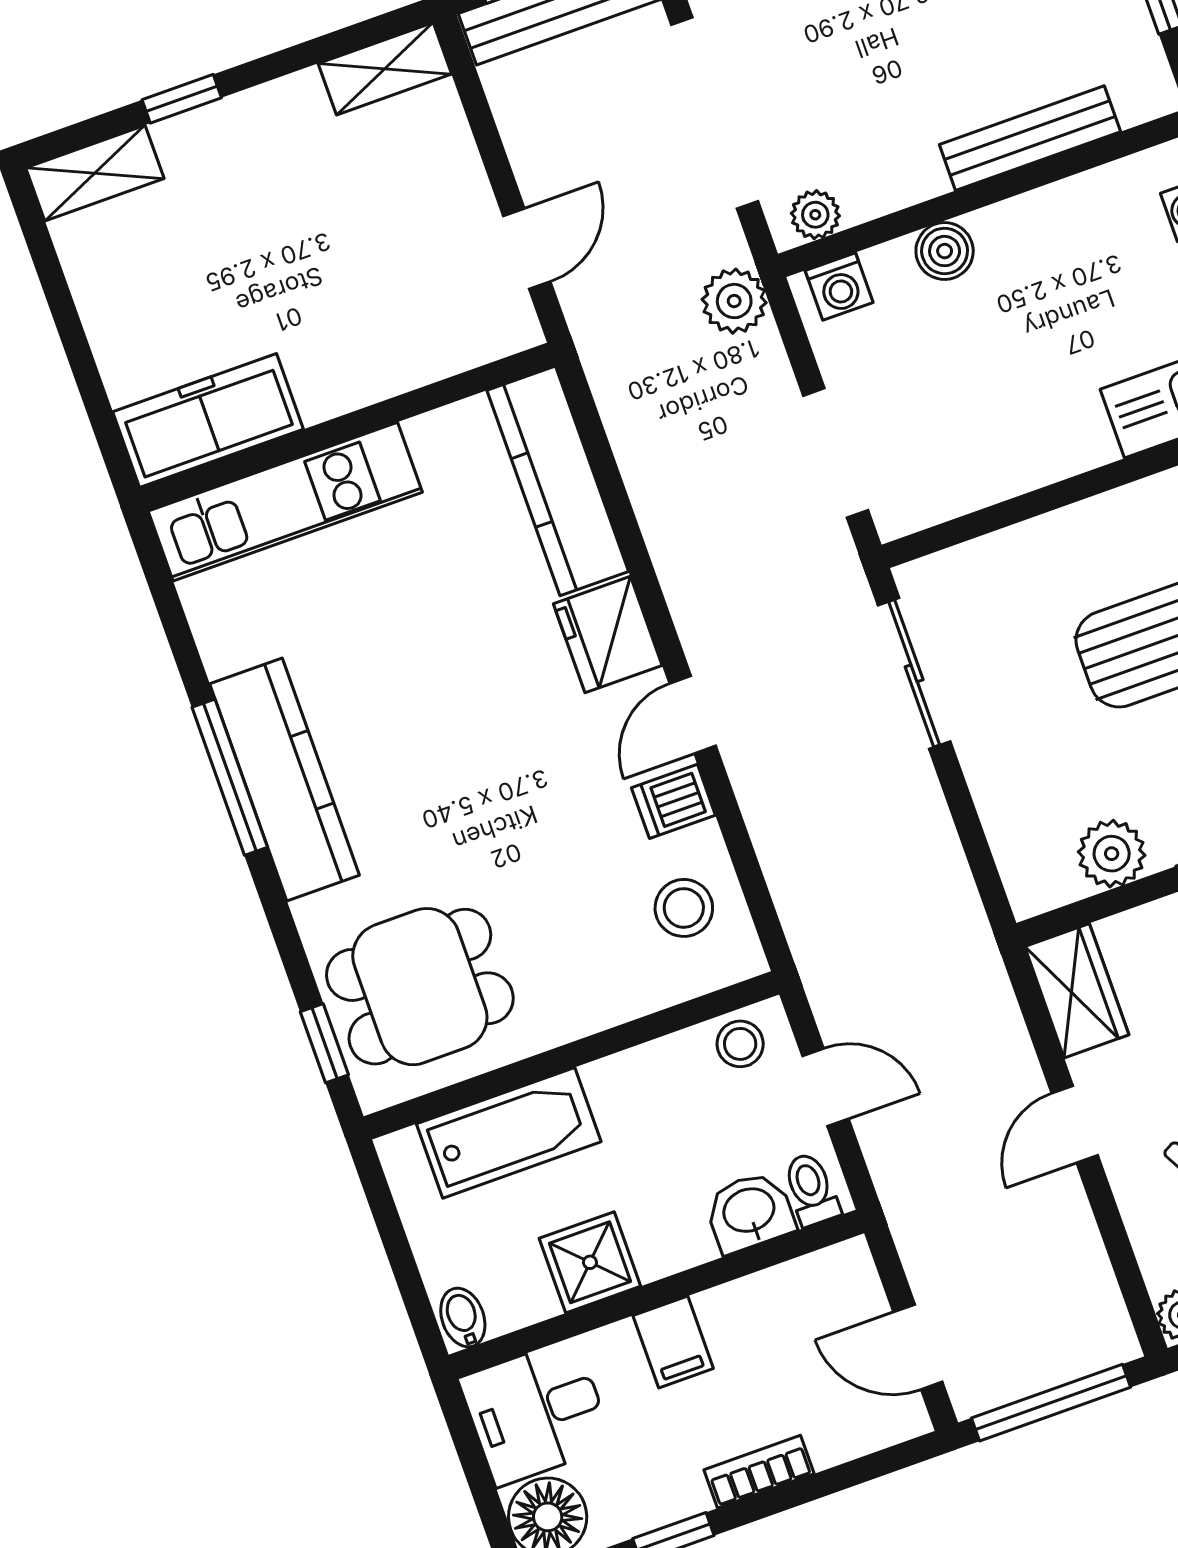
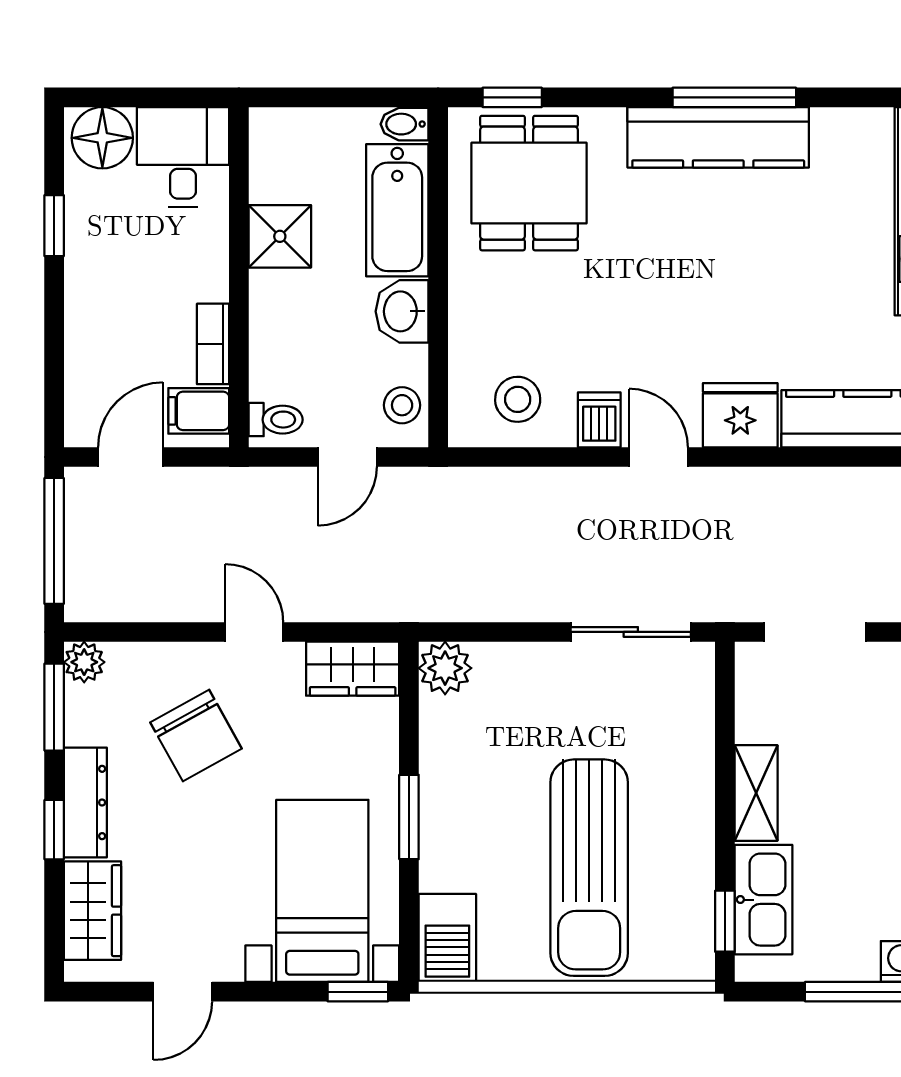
shelving: (1054, 455) -> (756, 793), added
plant: (1112, 854) -> (445, 668), moved
washbasin: (750, 1212) -> (402, 311), moved, turned 180
bidet: (463, 1318) -> (404, 124), moved, turned 180
filing cabinet: (673, 1342) -> (199, 411), moved
bookcase: (759, 1472) -> (213, 344), moved, turned 180

